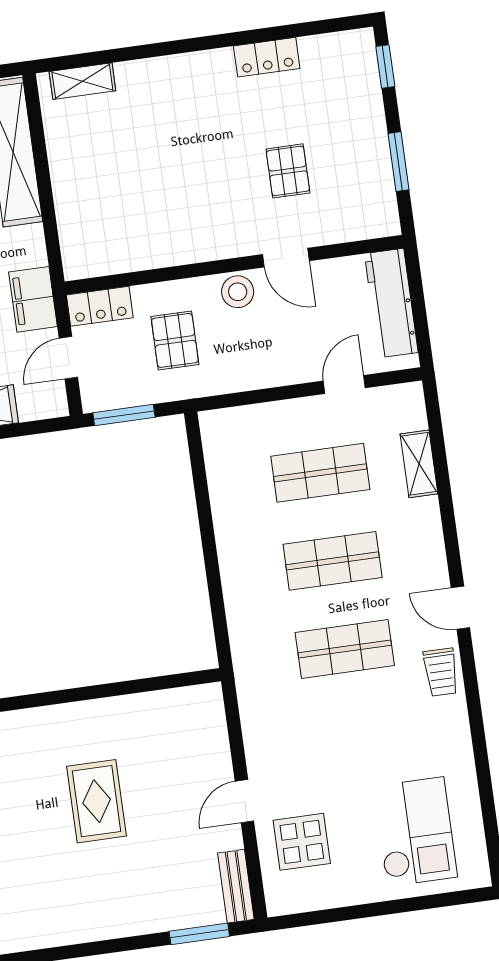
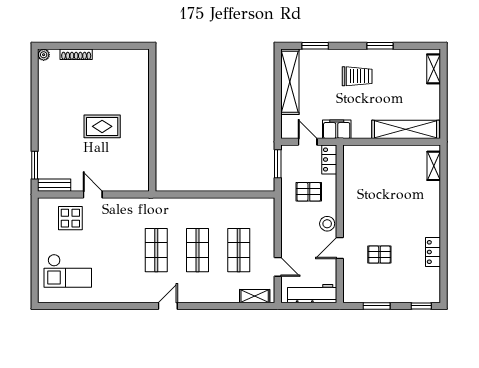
shelving: (419, 464) -> (255, 296), moved
trolley: (441, 672) -> (139, 293), removed

